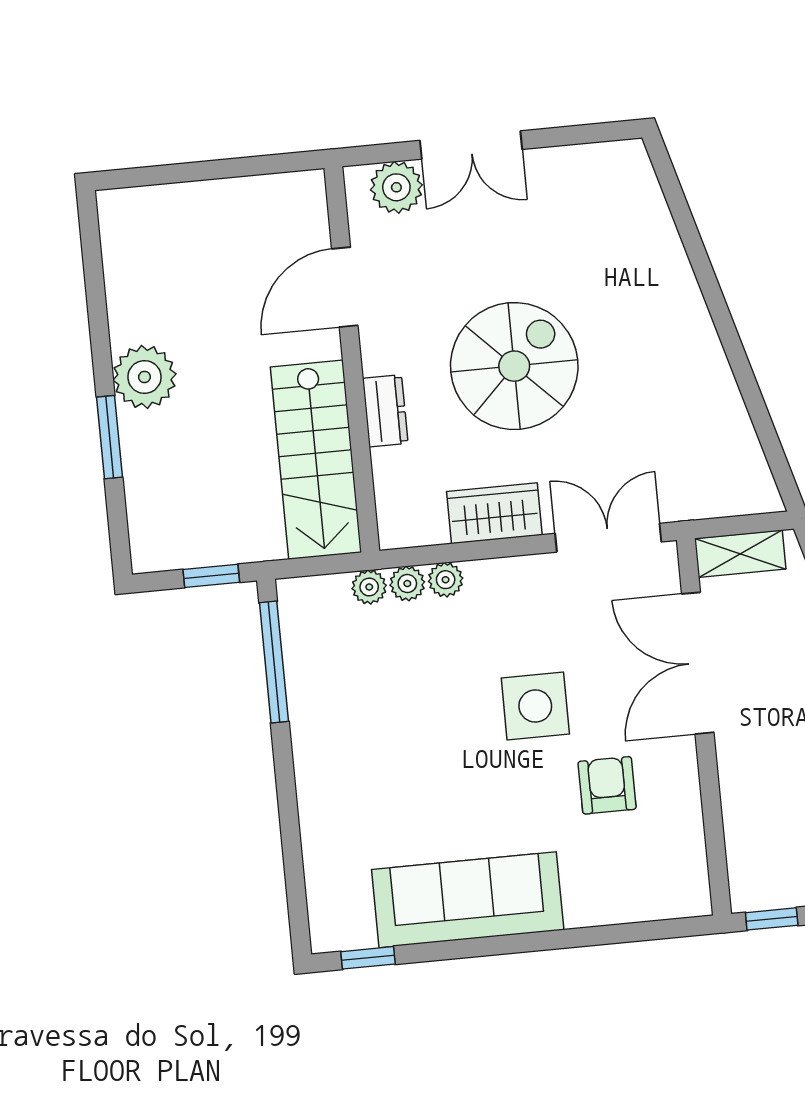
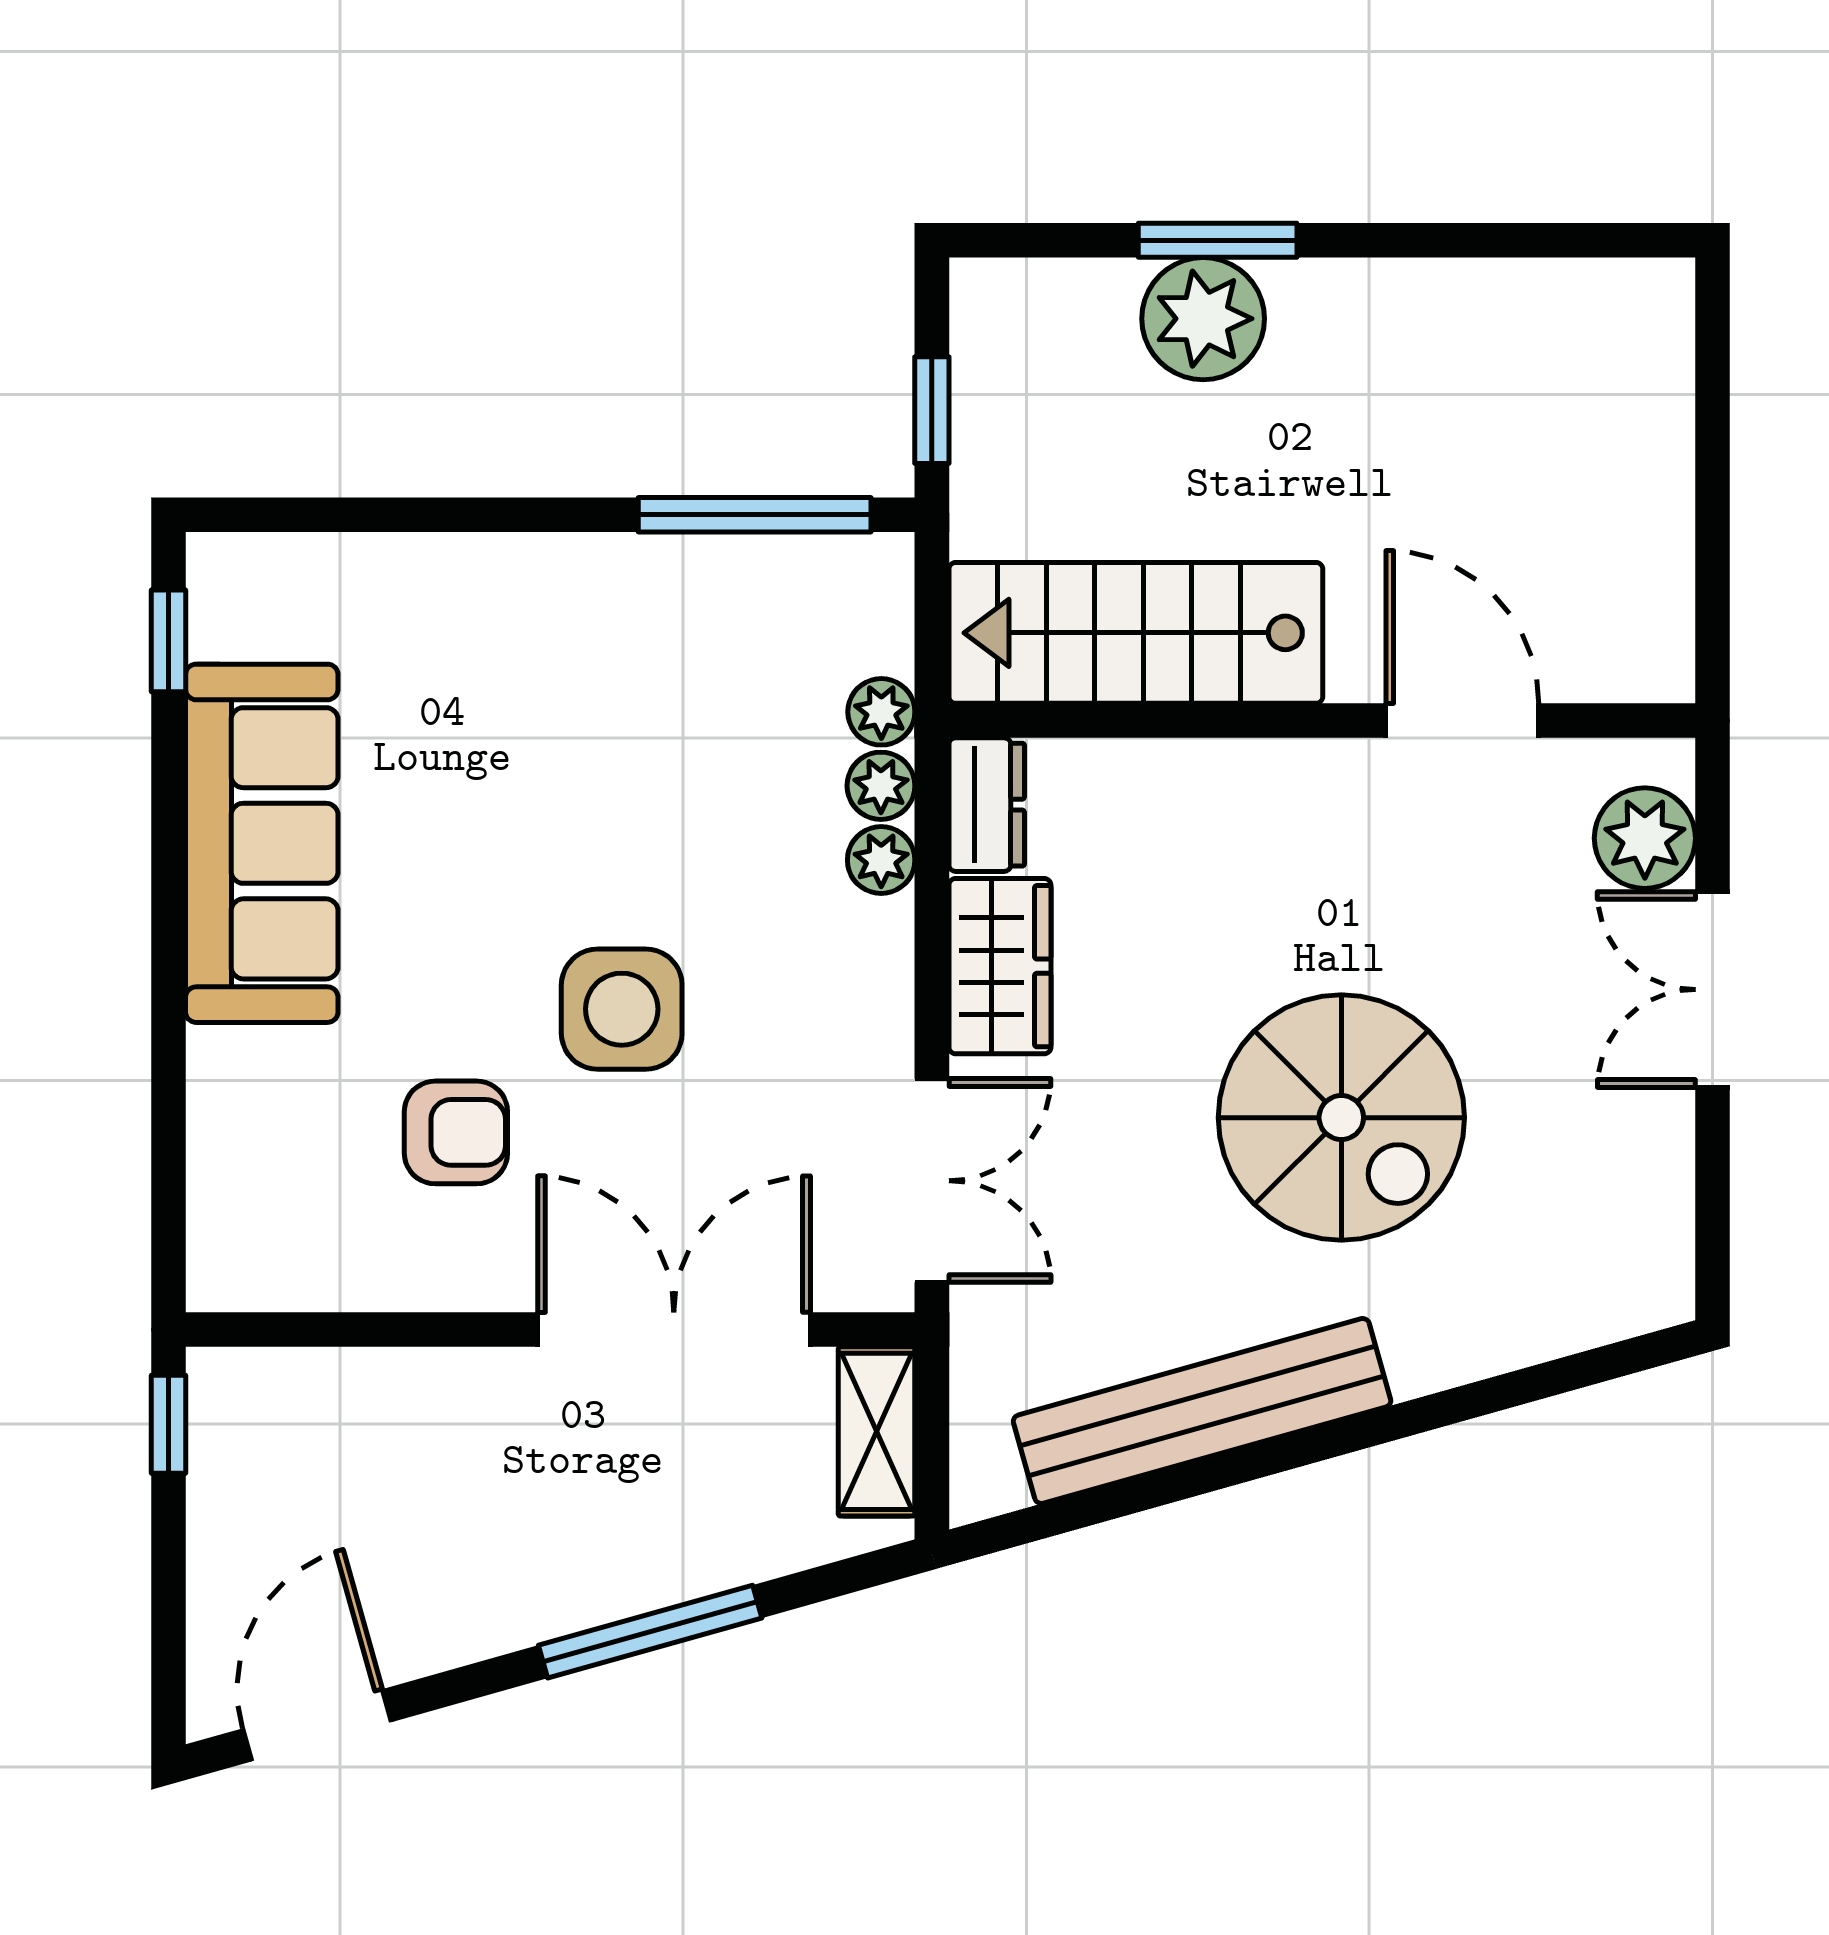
spiral stairs: (514, 366) -> (1341, 1118), moved
plant: (144, 377) -> (1203, 319), moved
bench: (714, 387) -> (1202, 1411), added
dresser: (385, 411) -> (987, 805), moved, turned -90

